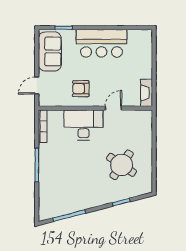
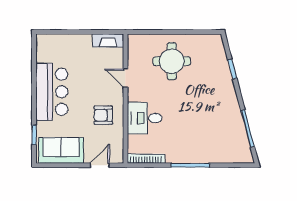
door: (37, 86) -> (100, 165), swing flipped
armchair: (81, 89) -> (103, 115), turned 90
desk: (84, 125) -> (145, 118), width x0.73
round table: (122, 165) -> (172, 61), moved, turned -34

